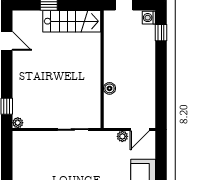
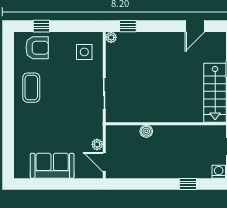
window: (161, 33) -> (188, 184), moved
side table: (32, 149) -> (84, 52), added

